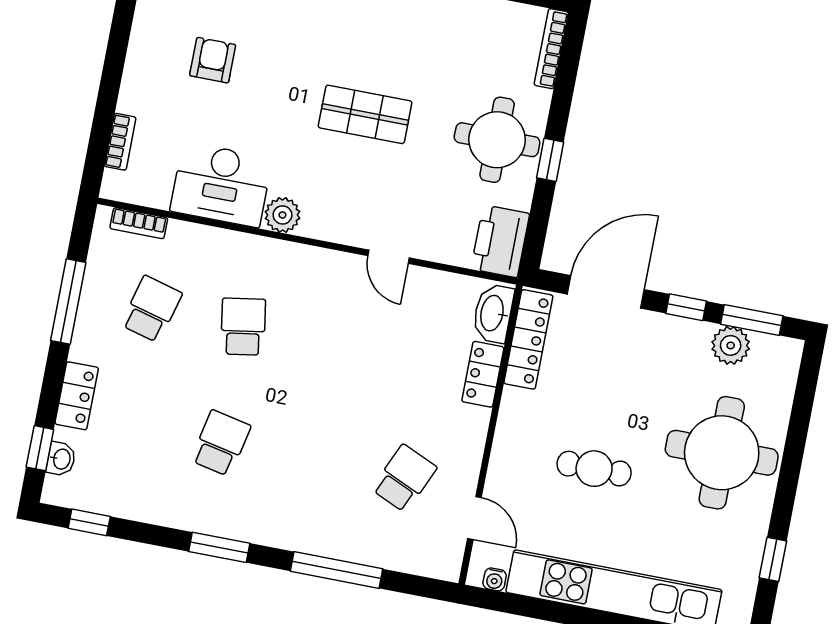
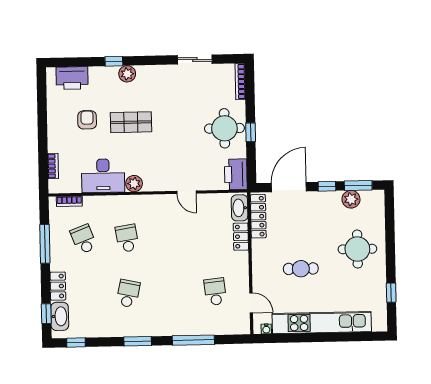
shop shelf: (365, 114) -> (131, 122), moved
school desk: (151, 309) -> (84, 239), turned -36
round table: (722, 453) -> (357, 249), width x0.73, depth x0.73
washbasin: (61, 459) -> (60, 316), width x1.91, depth x1.45
school desk: (404, 478) -> (215, 292), turned -30

